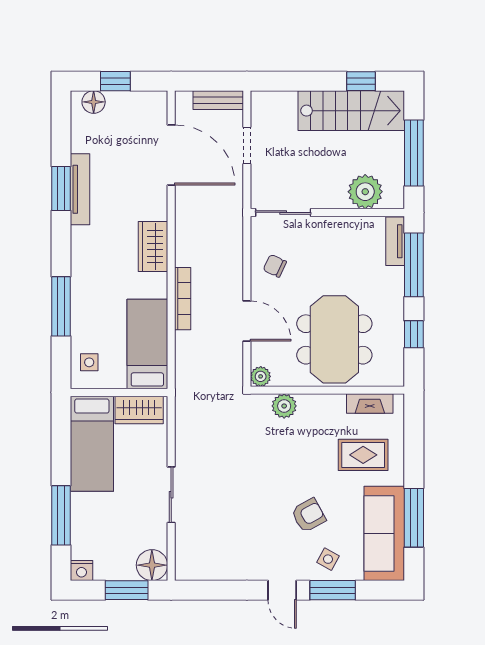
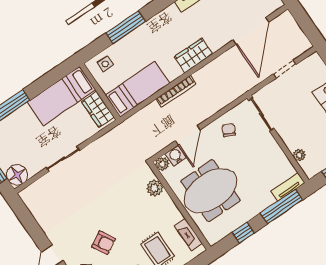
bench: (218, 100) -> (299, 36), removed
plant: (365, 192) -> (299, 155), width x0.53, depth x0.53
water cooler: (262, 353) -> (176, 156), added

